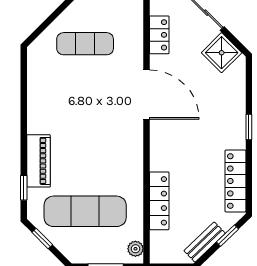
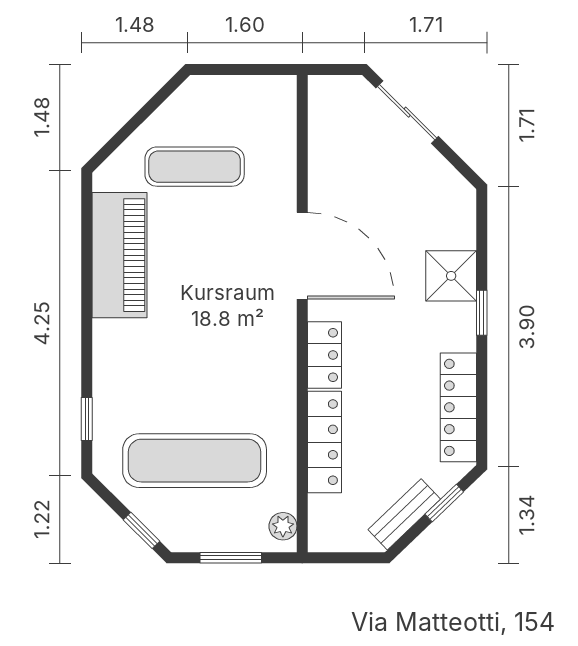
locker: (159, 35) -> (325, 355), moved
shower: (222, 53) -> (451, 276), moved, turned 45
piano: (38, 161) -> (120, 255), moved, width x1.37, depth x1.33
window: (42, 239) -> (141, 530), moved

